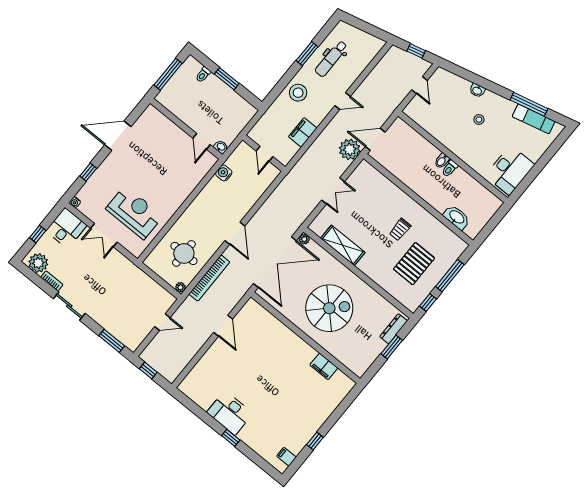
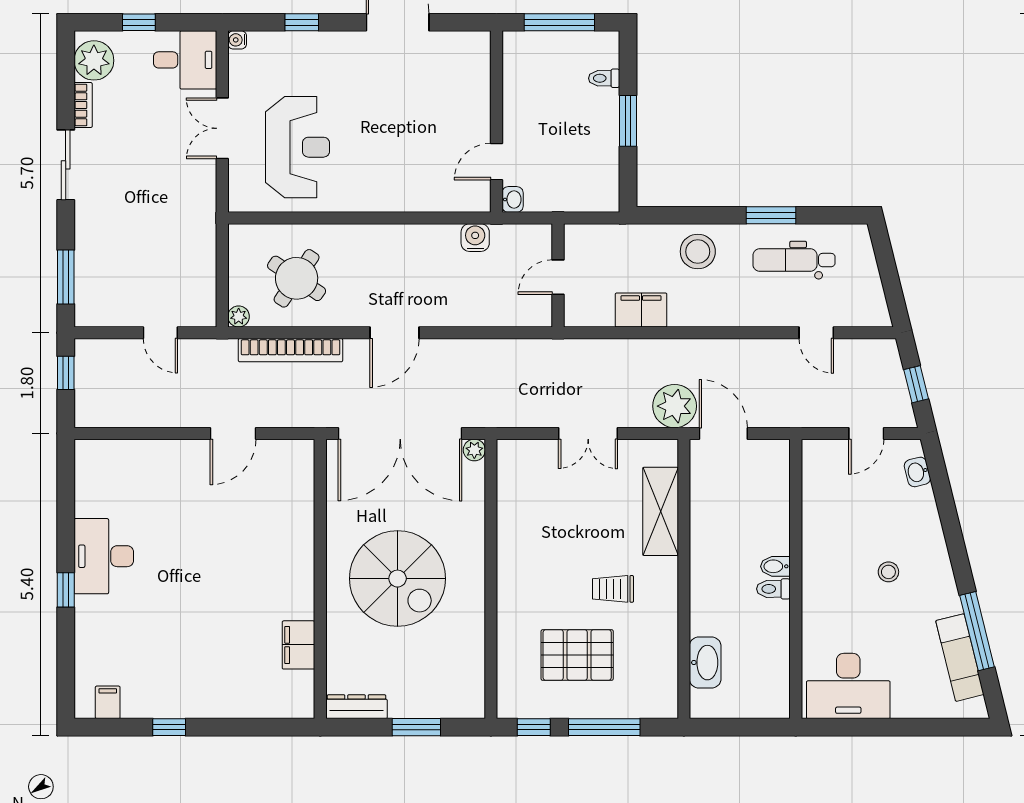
washbasin: (477, 90) -> (917, 472), moved
door: (343, 101) -> (816, 333), moved
shelving: (343, 245) -> (661, 511), moved
round table: (184, 253) -> (297, 278), turned 34
dresser: (394, 329) -> (356, 707), moved

